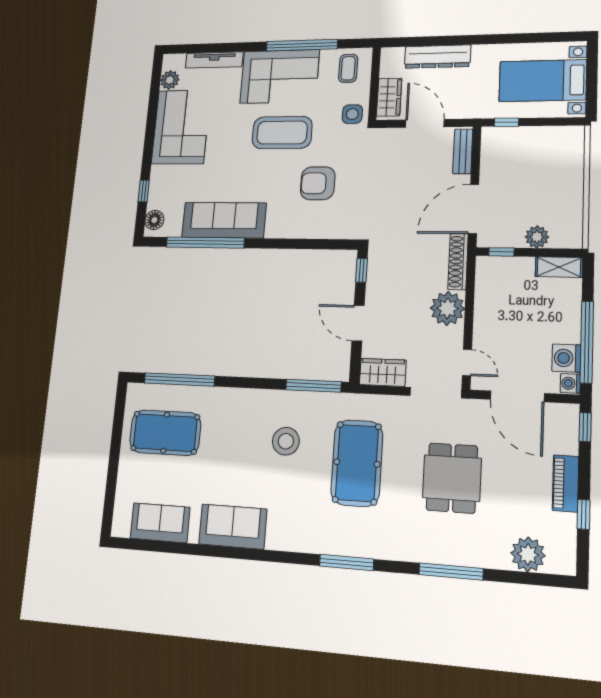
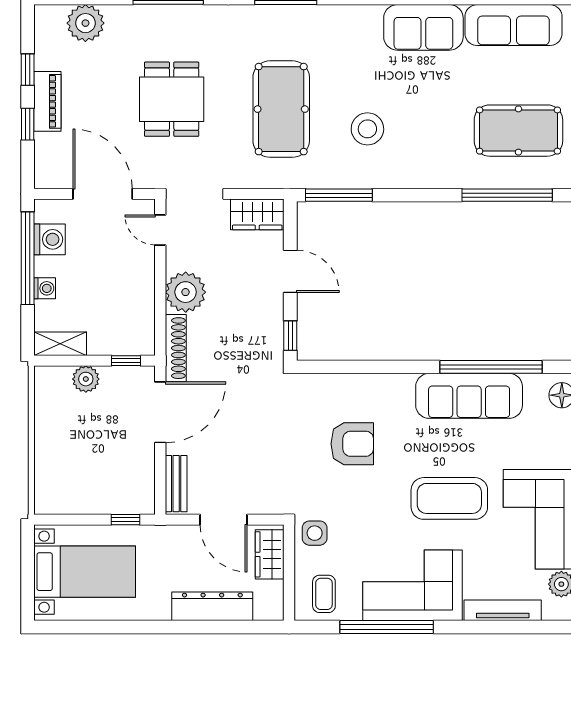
coffee table: (282, 133) -> (449, 498), moved
washing machine: (570, 383) -> (45, 288), moved
window: (585, 427) -> (28, 124), moved
sofa: (160, 523) -> (513, 25), width x1.36

